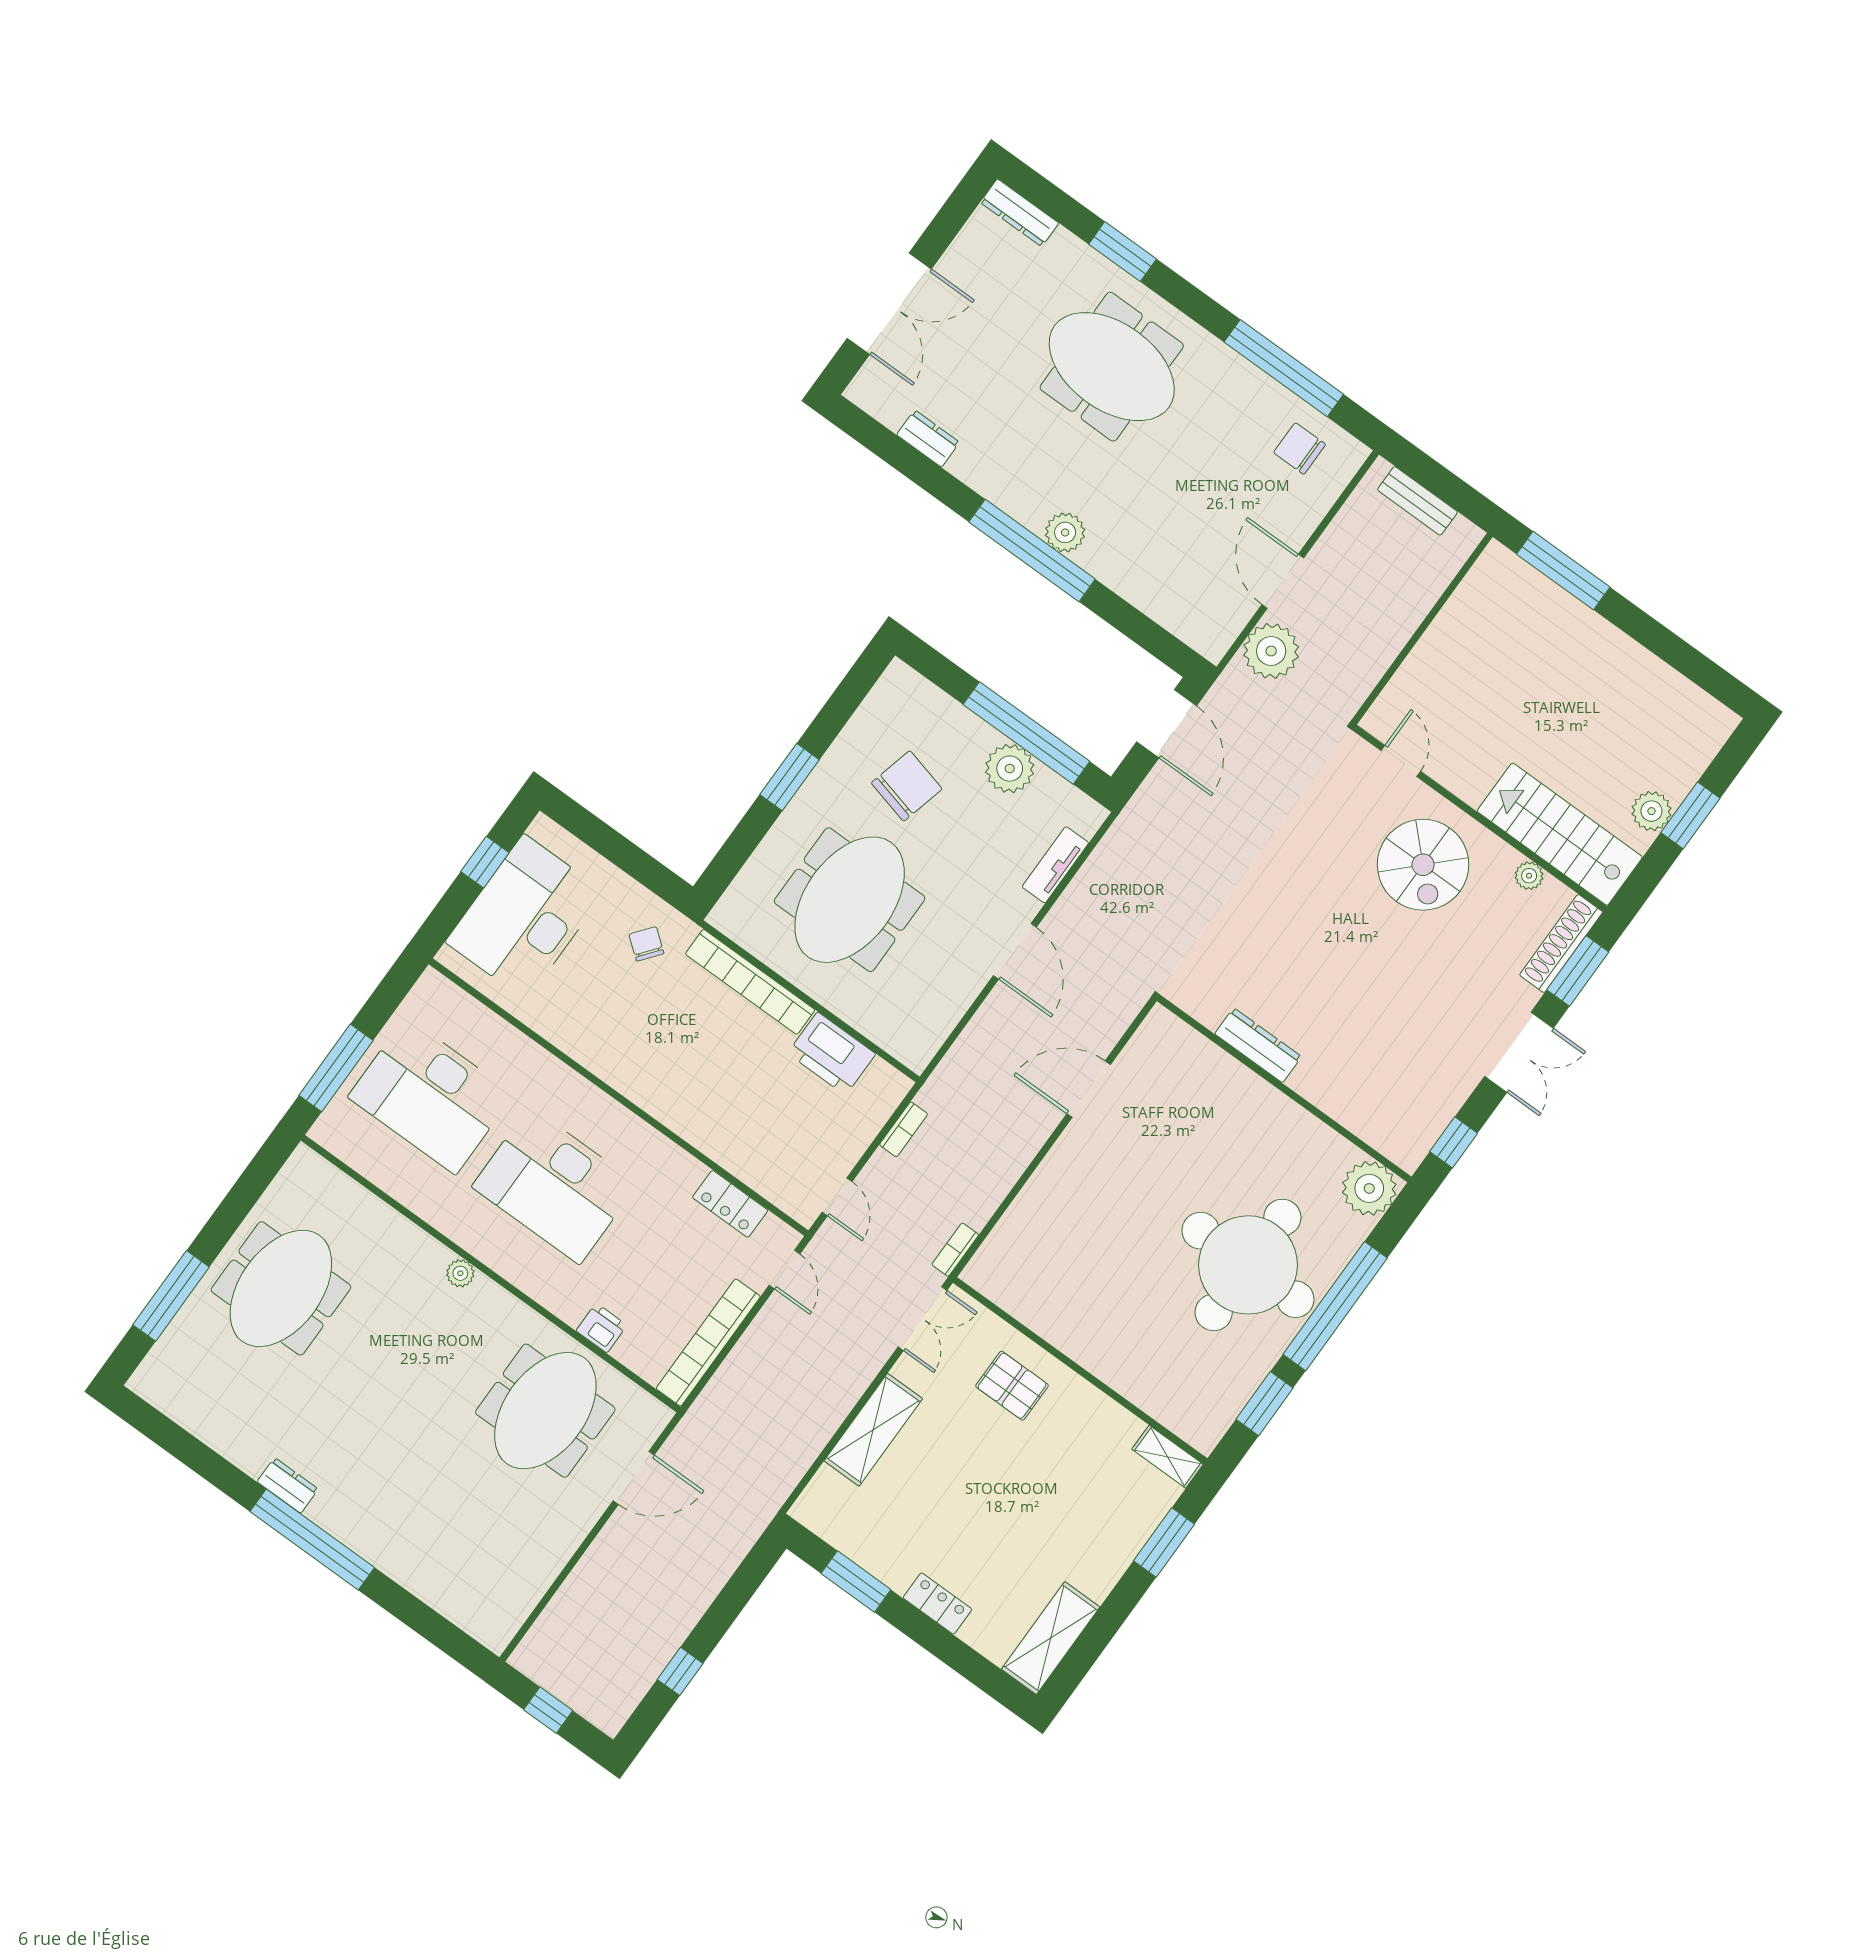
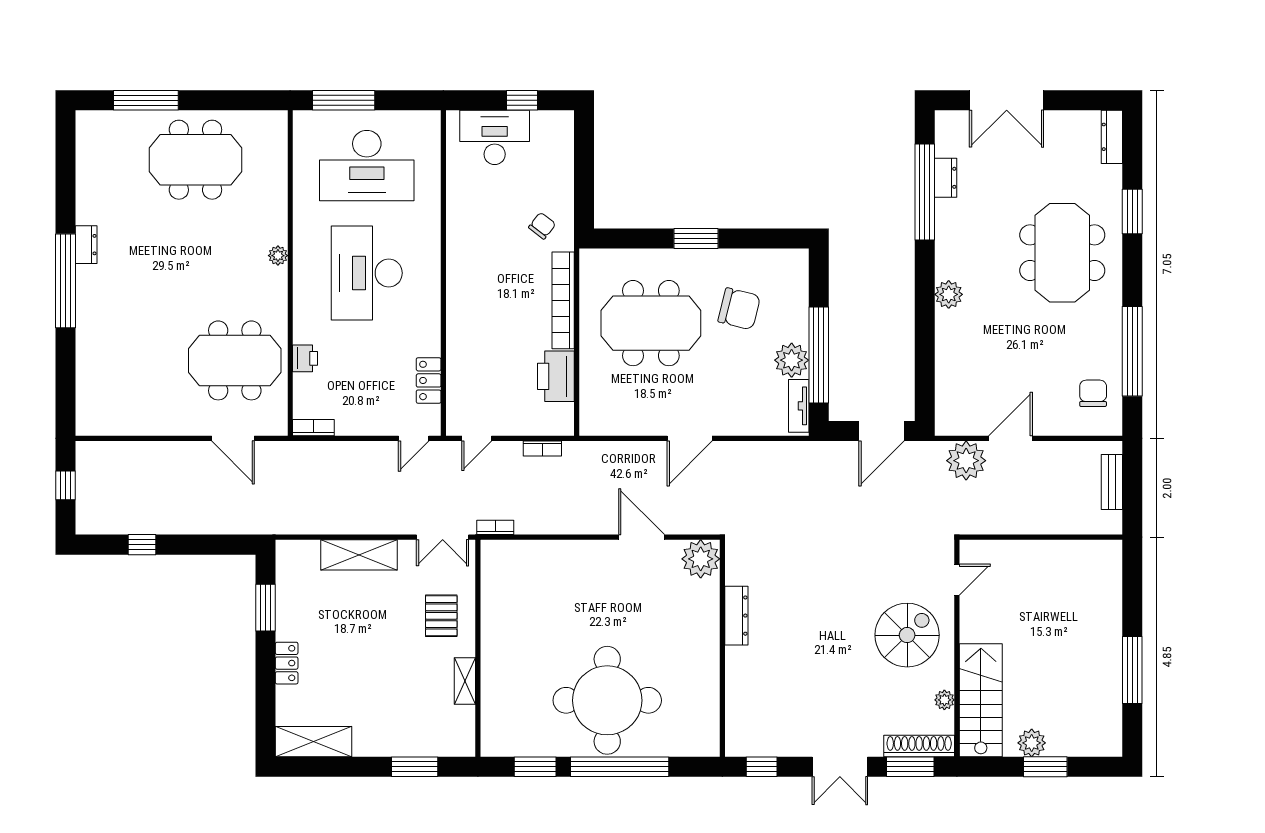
window: (1032, 550) -> (925, 192), moved
window: (1563, 571) -> (1132, 670), moved
tv unit: (1055, 865) -> (799, 406), moved, turned -90
spiral stairs: (1423, 865) -> (907, 635), turned 180
desk: (525, 917) -> (495, 137), width x0.73, depth x0.77
desk: (431, 1096) -> (367, 166), turned -90
plant: (1369, 1188) -> (701, 559), moved
bookcase: (708, 1343) -> (313, 428), width x0.43, depth x0.76
shelving: (1168, 1457) -> (465, 681), moved

